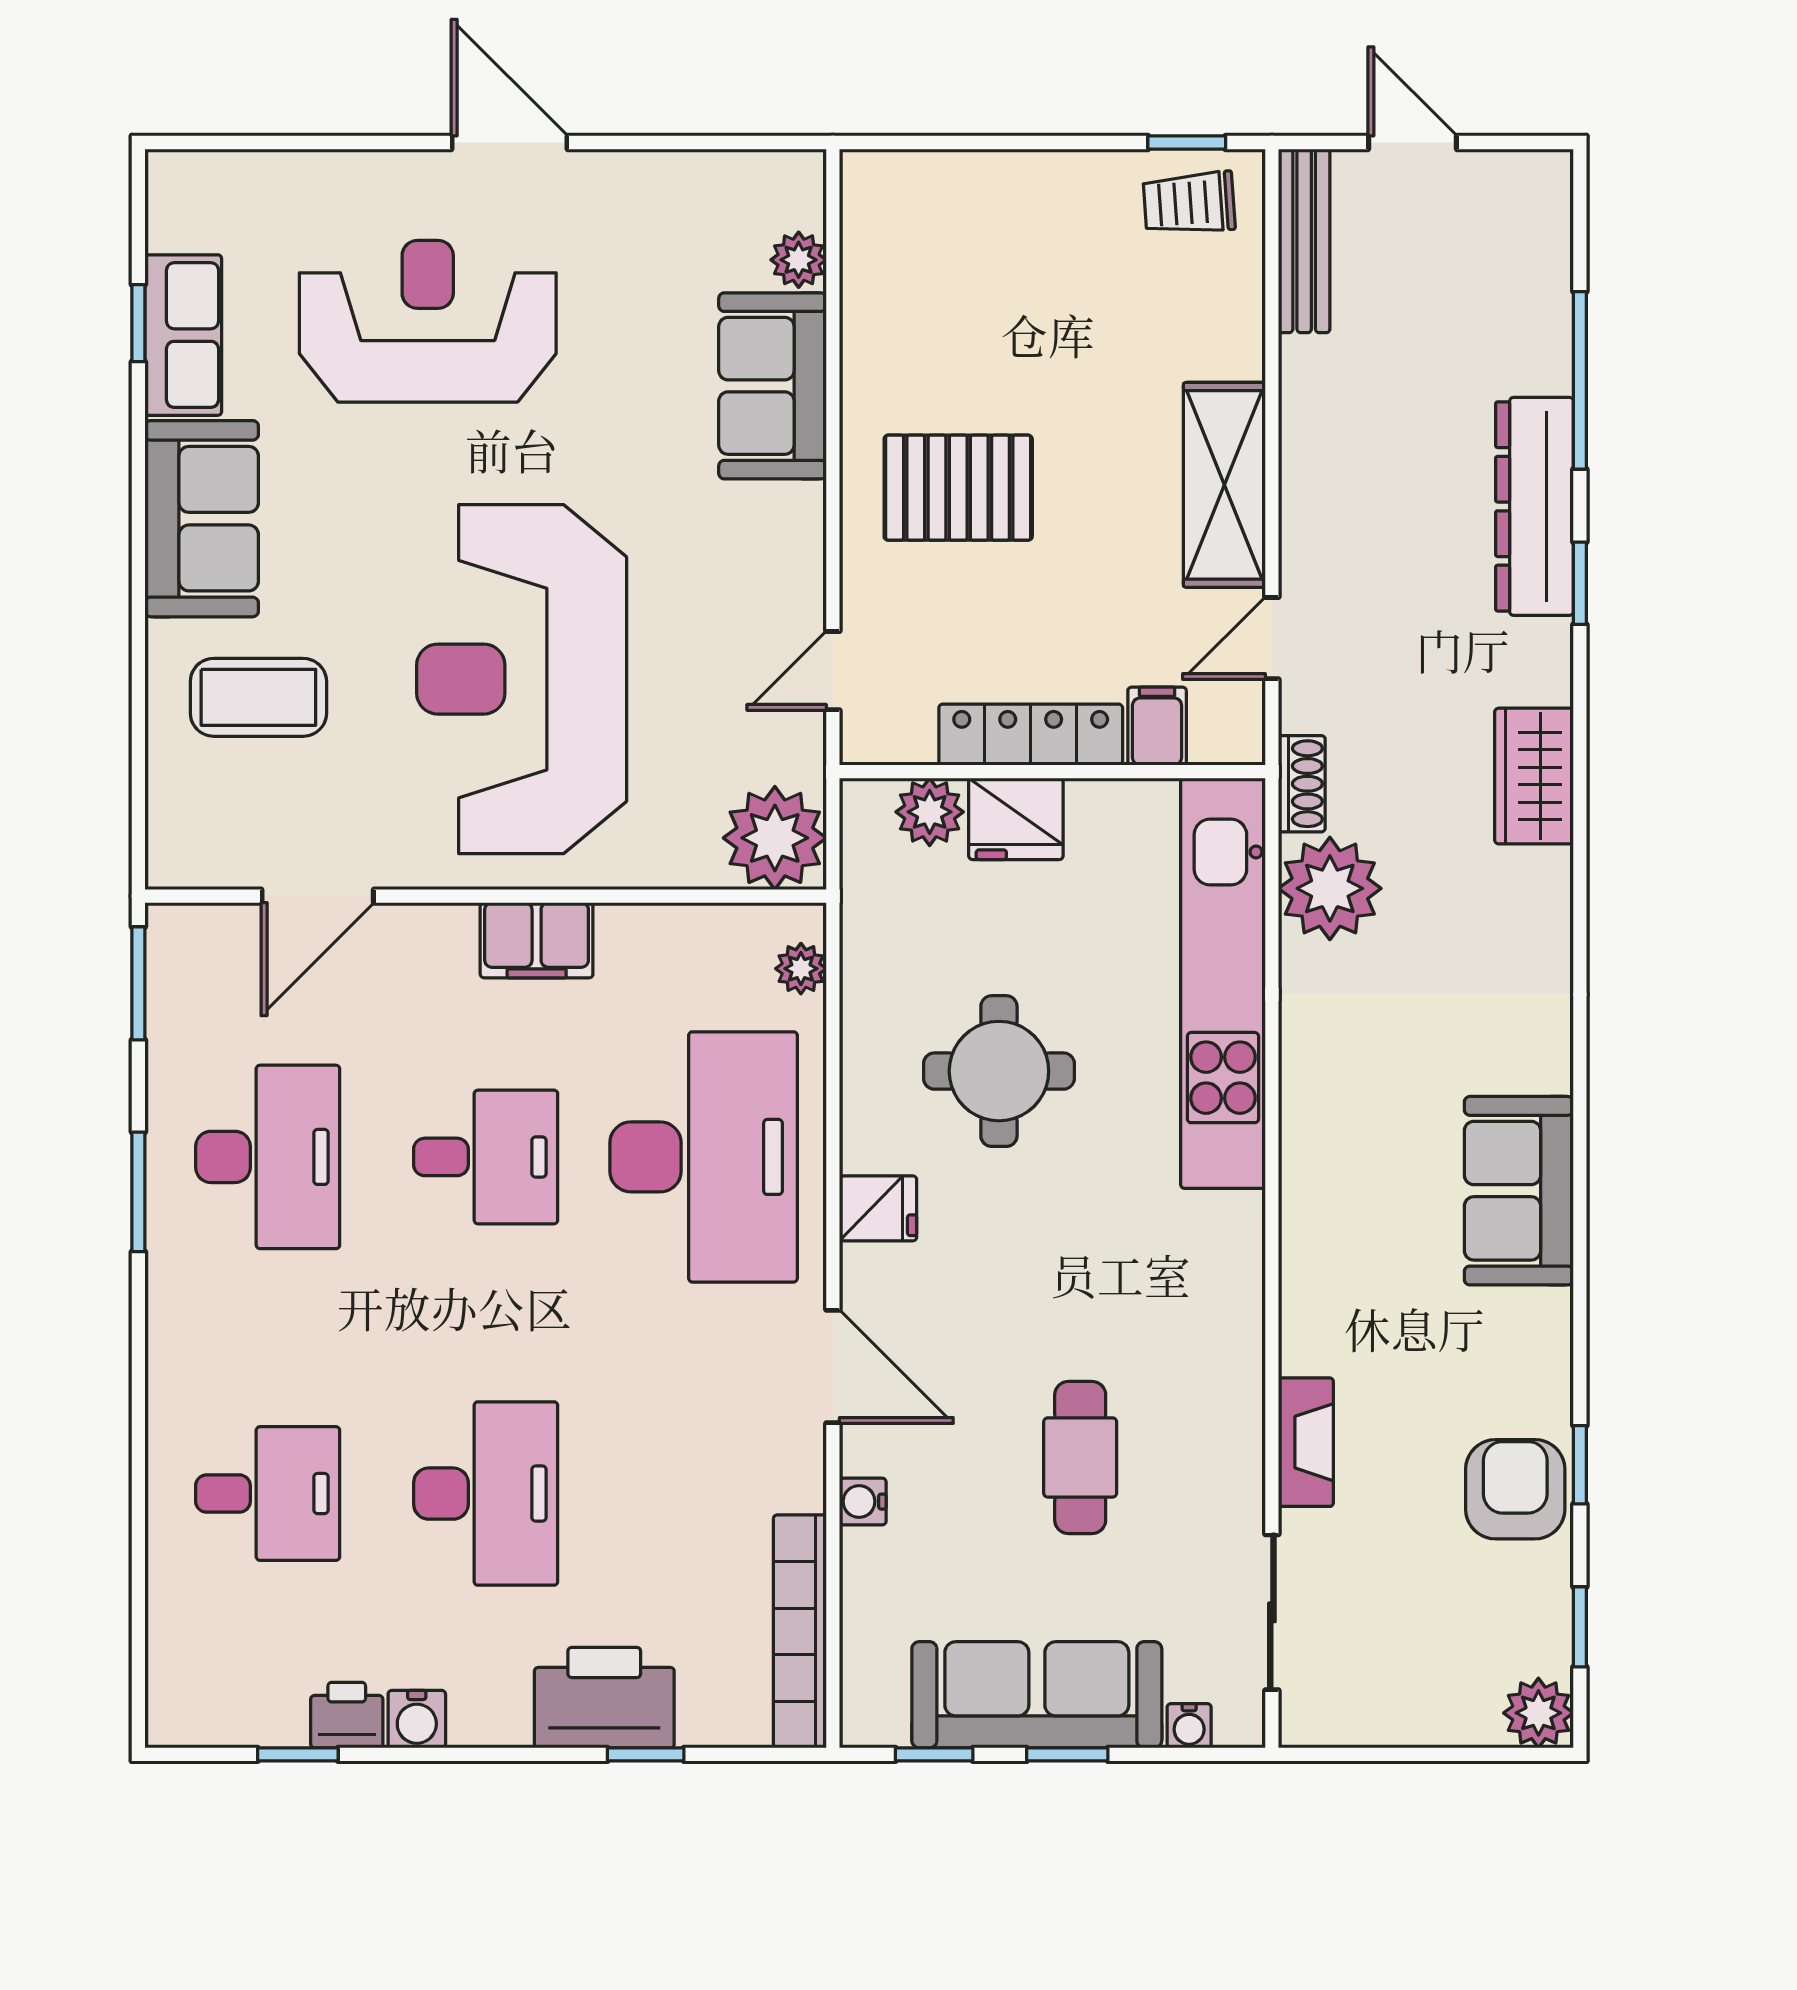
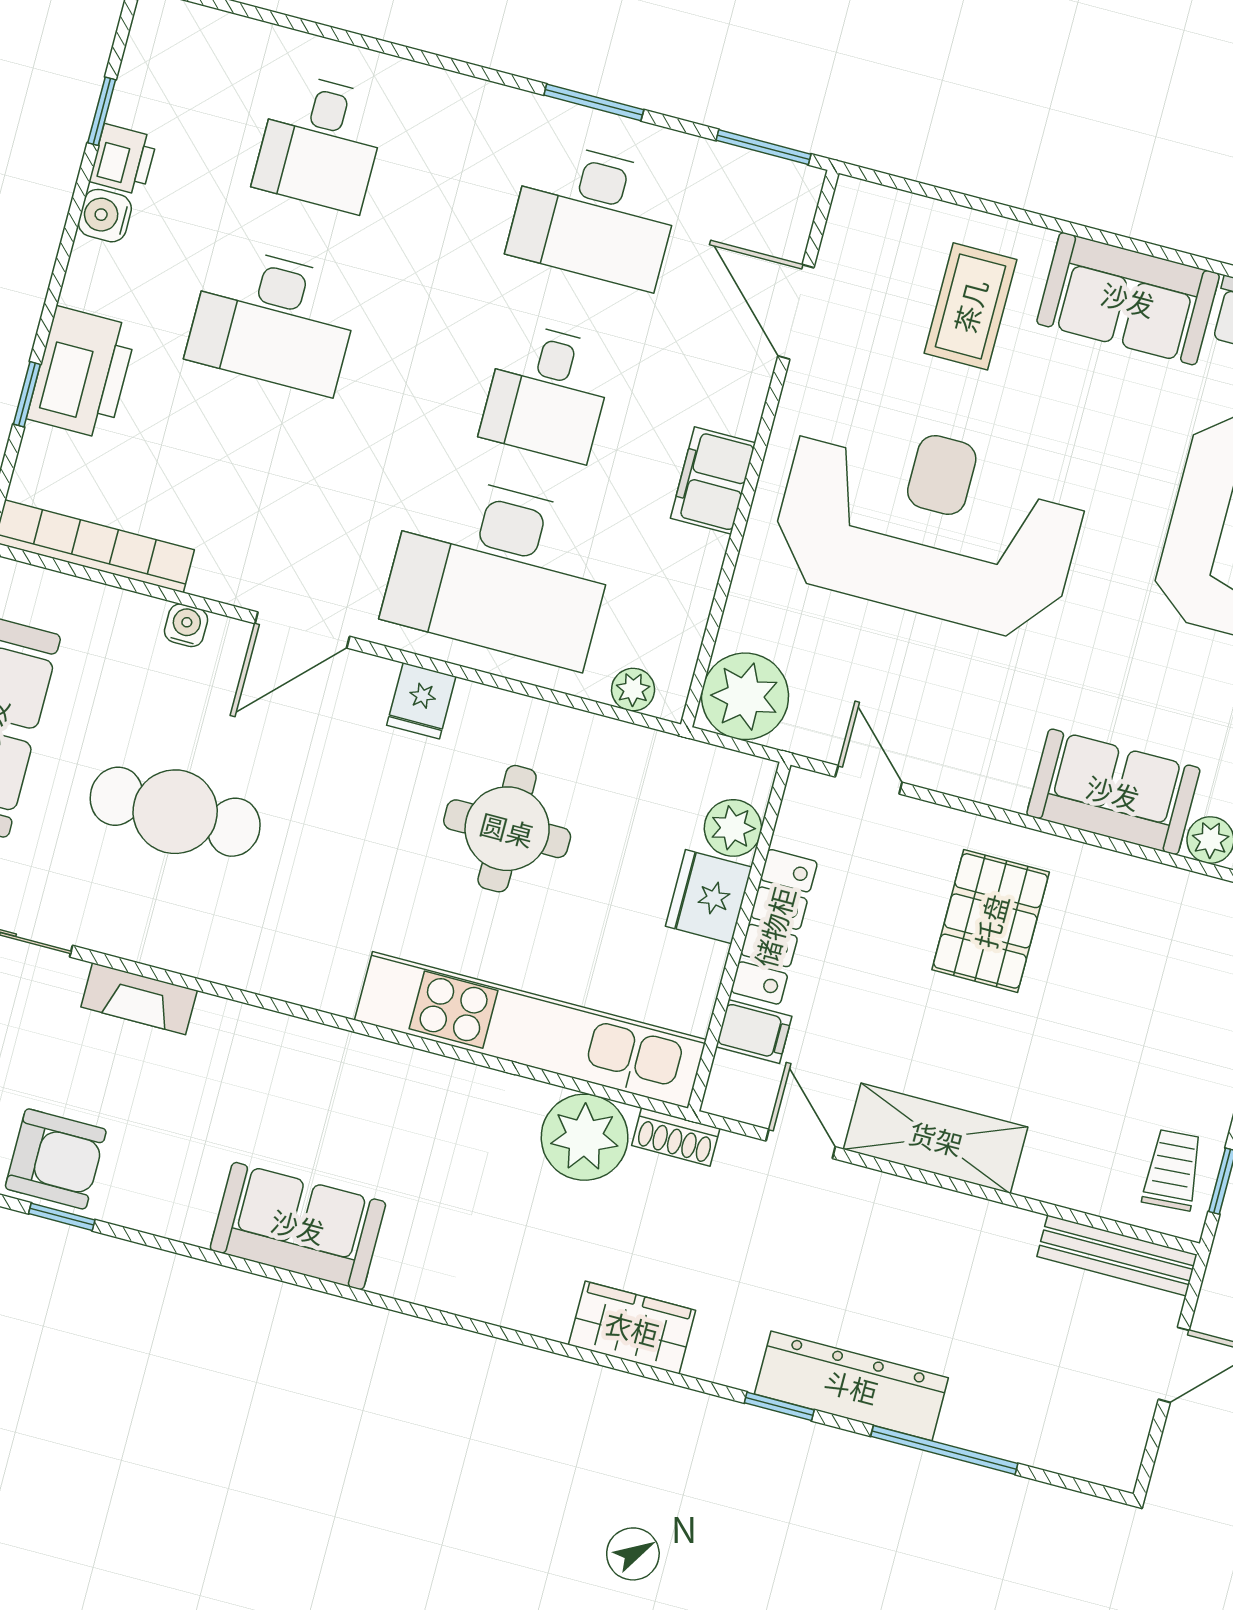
cafe table: (1080, 1457) -> (175, 812), width x1.37, depth x1.35

